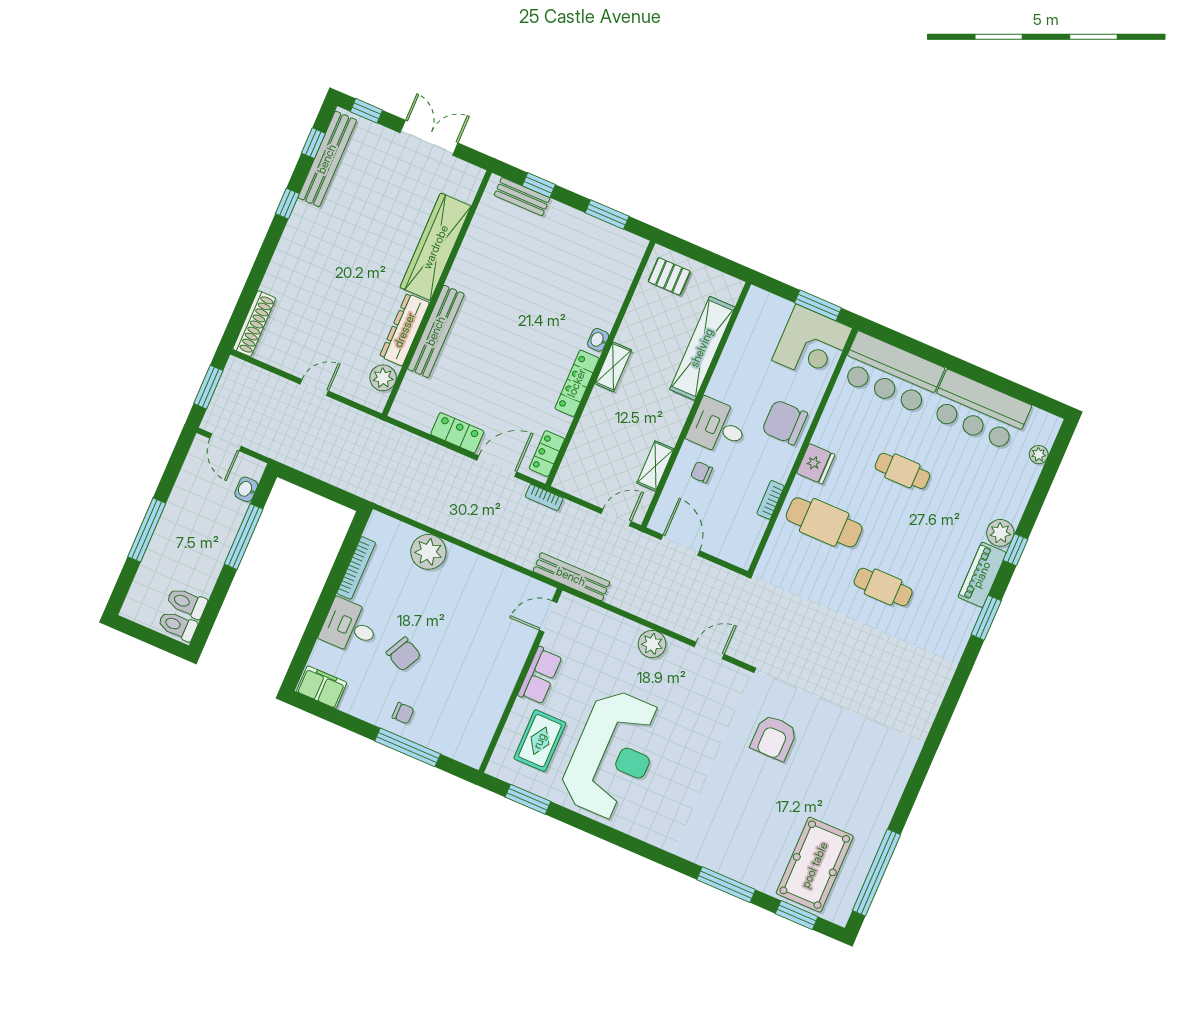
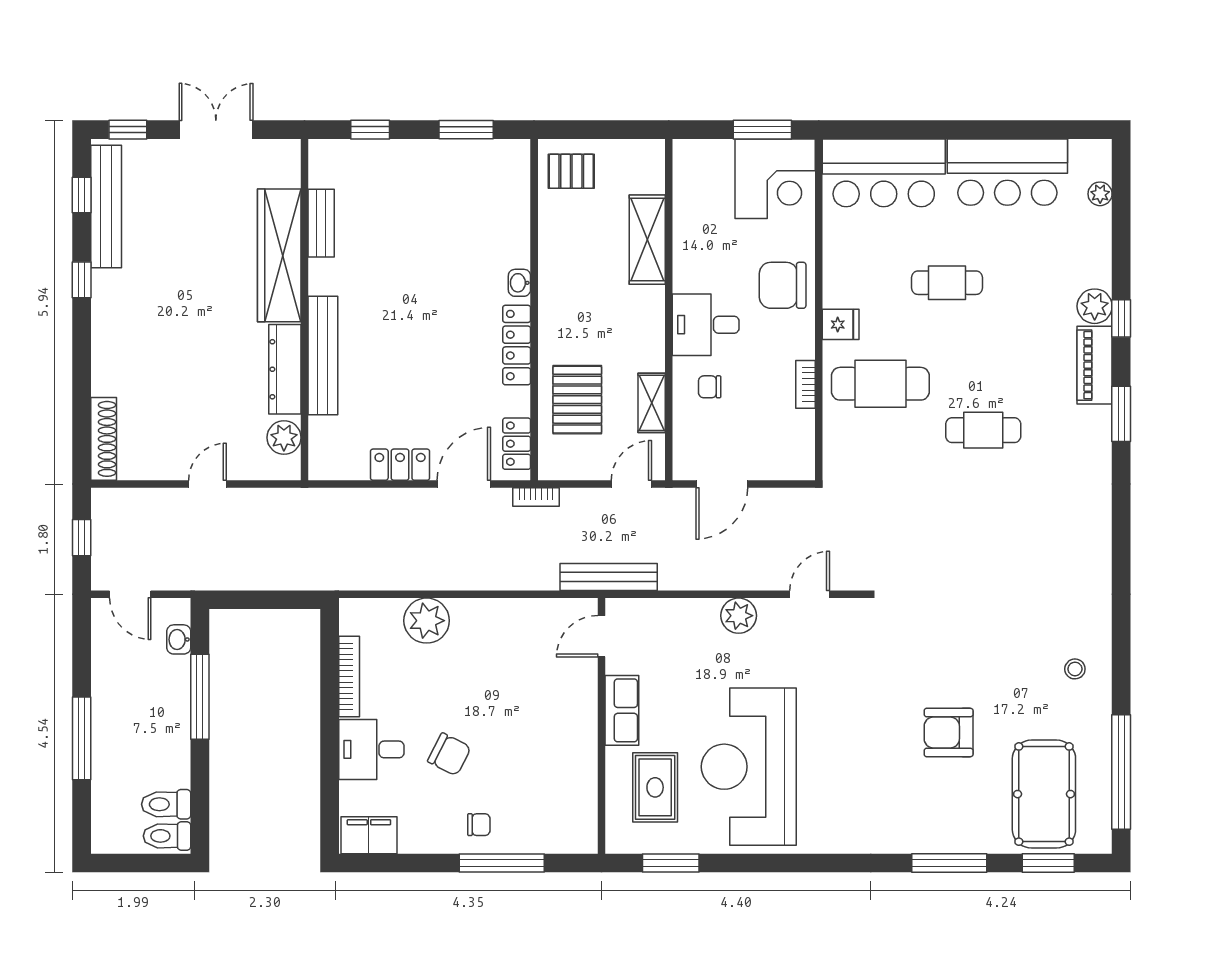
bench: (522, 197) -> (321, 223), moved, turned 90
shelving: (702, 348) -> (647, 240), width x0.68
shelving: (613, 367) -> (551, 307), removed
window: (208, 387) -> (82, 538), width x0.67
pallet: (603, 441) -> (577, 400), added
fridge: (816, 464) -> (841, 324), width x0.72
door: (680, 545) -> (722, 484), swing flipped
armchair: (774, 738) -> (949, 732), moved, turned 90
reception desk: (613, 755) -> (749, 767), turned 180
stool: (875, 785) -> (1075, 669), added

